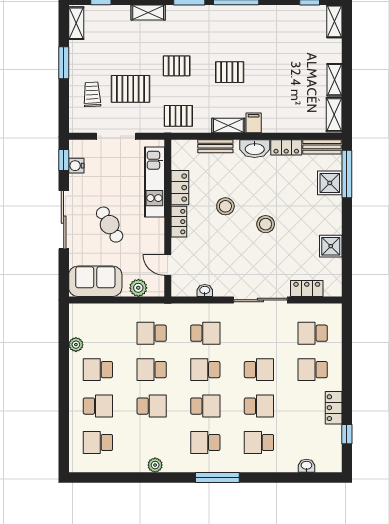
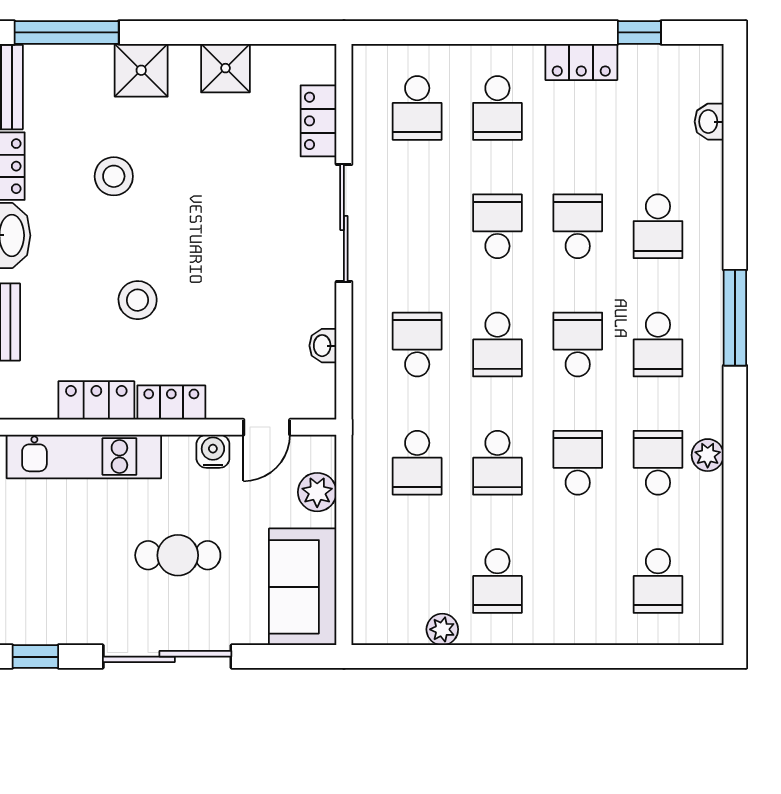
water cooler: (76, 166) -> (213, 451), moved, turned 180
shower: (330, 183) -> (141, 70), moved
stool: (266, 224) -> (114, 176), moved
cafe table: (110, 225) -> (178, 555), turned 30
school desk: (98, 406) -> (658, 463), moved

